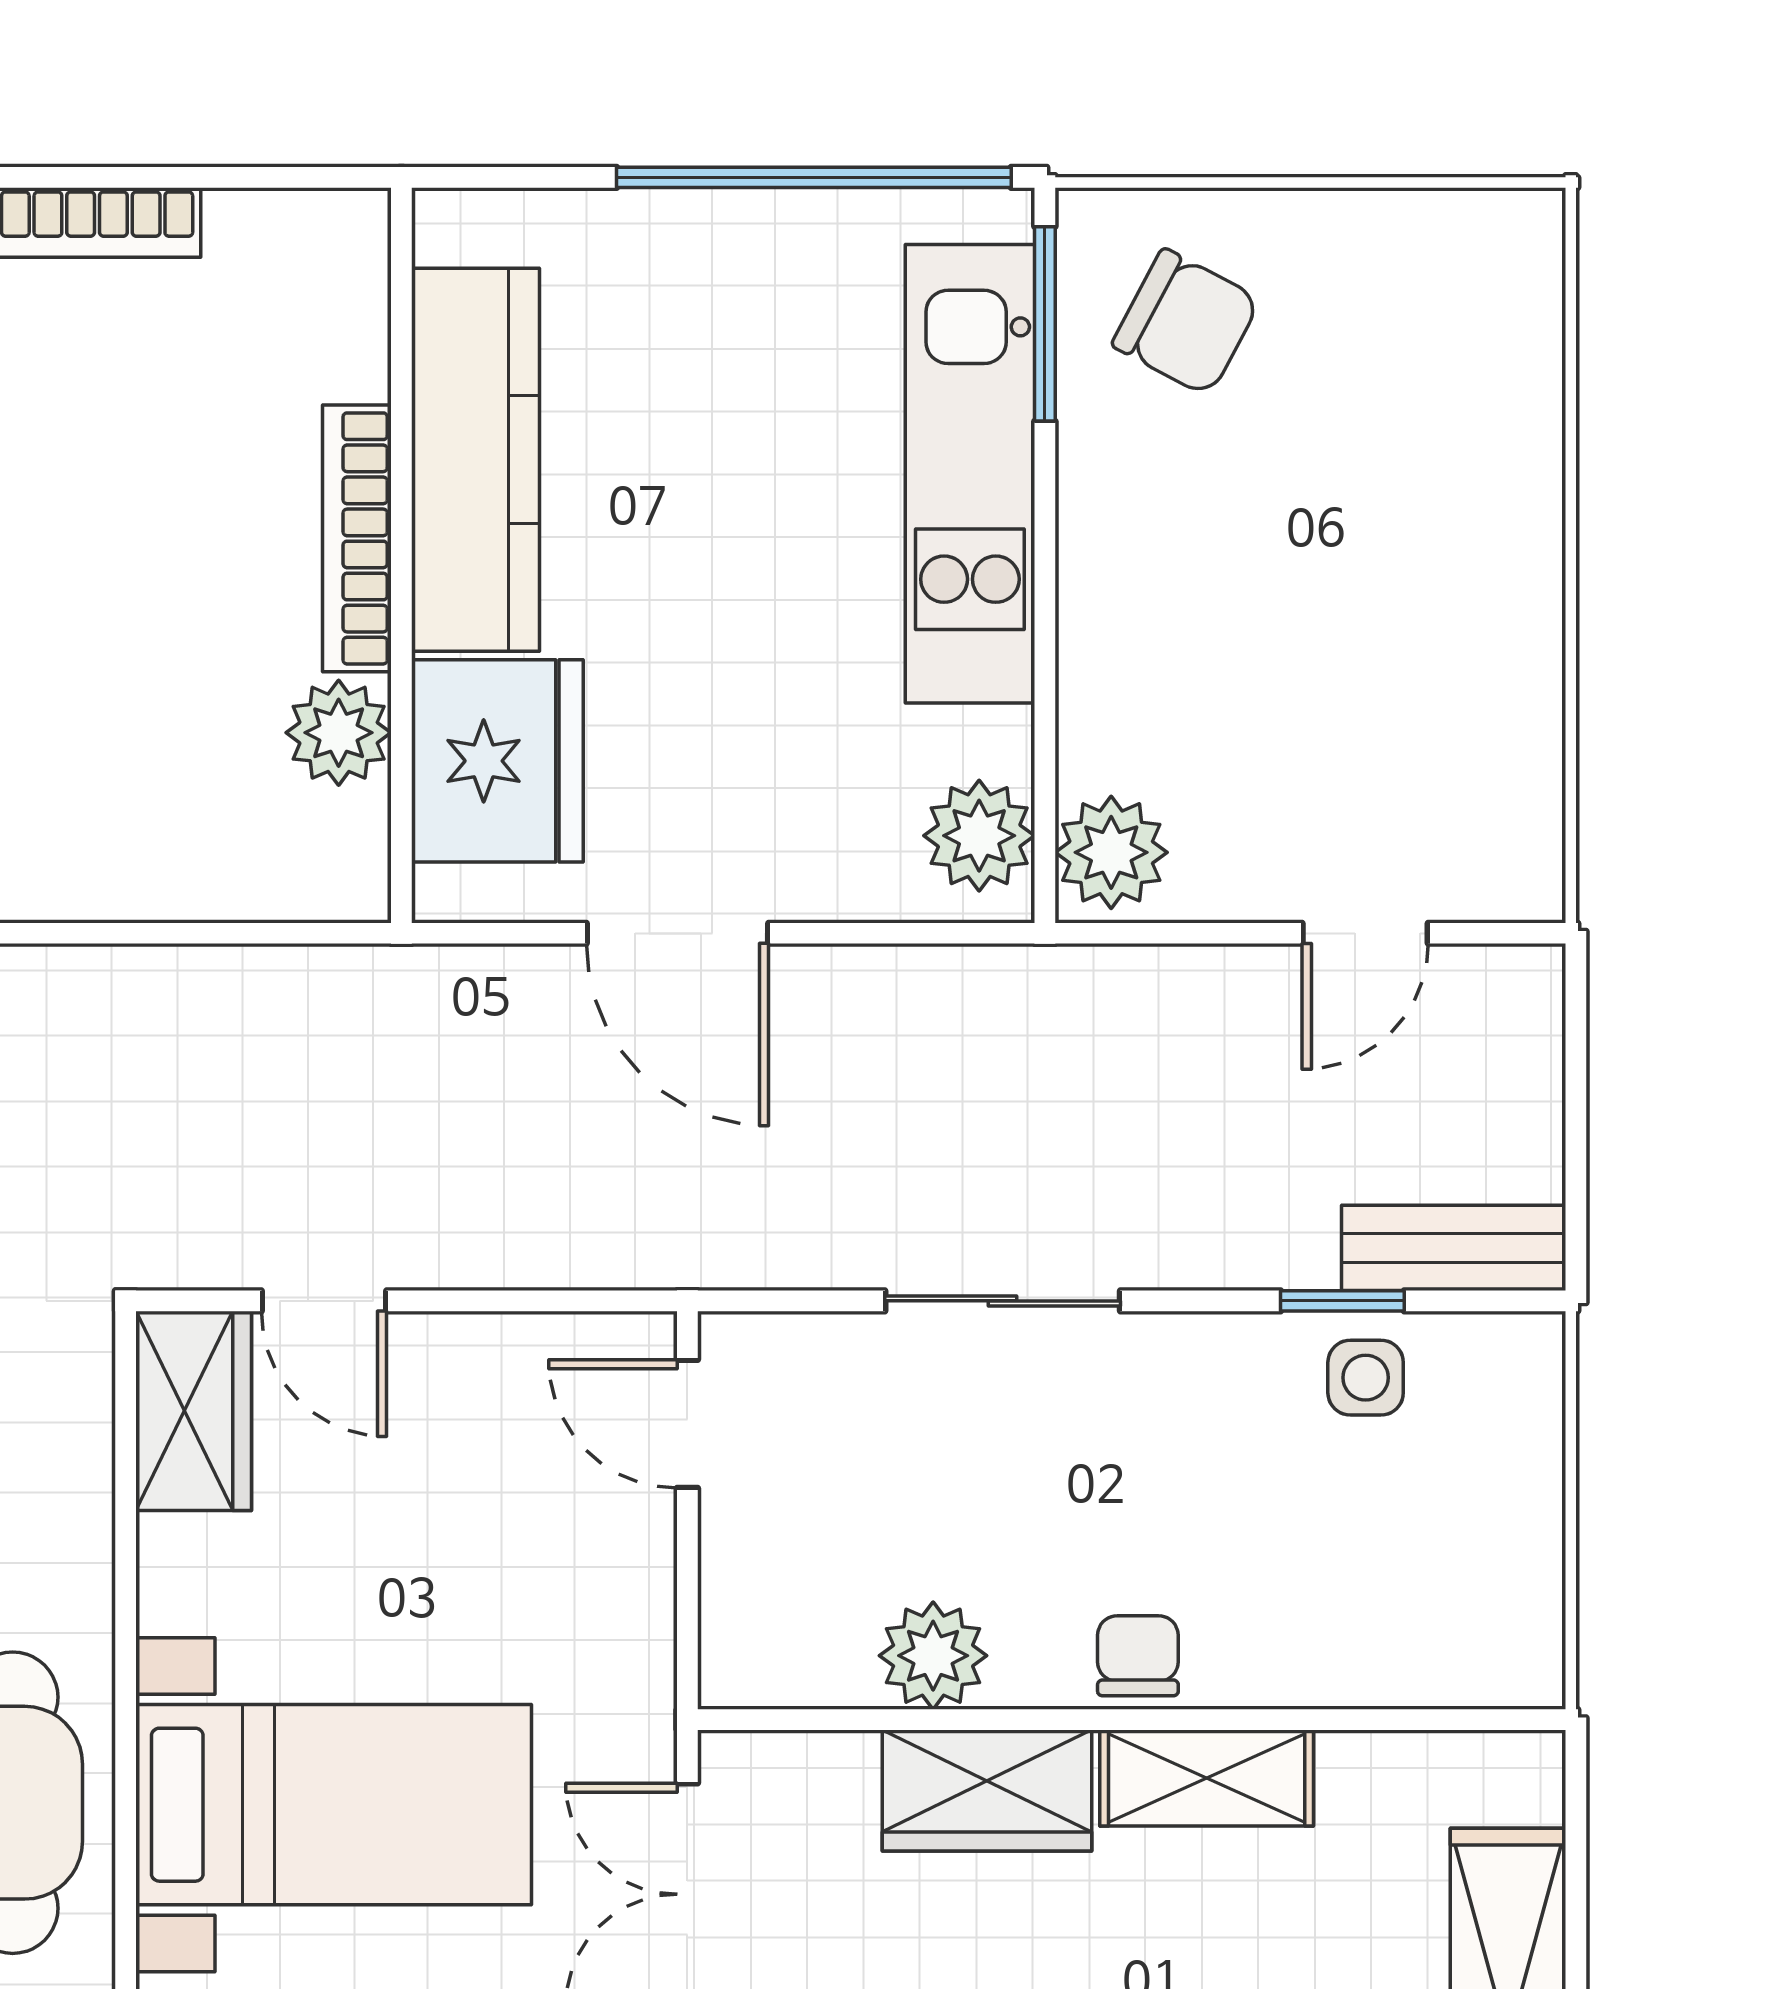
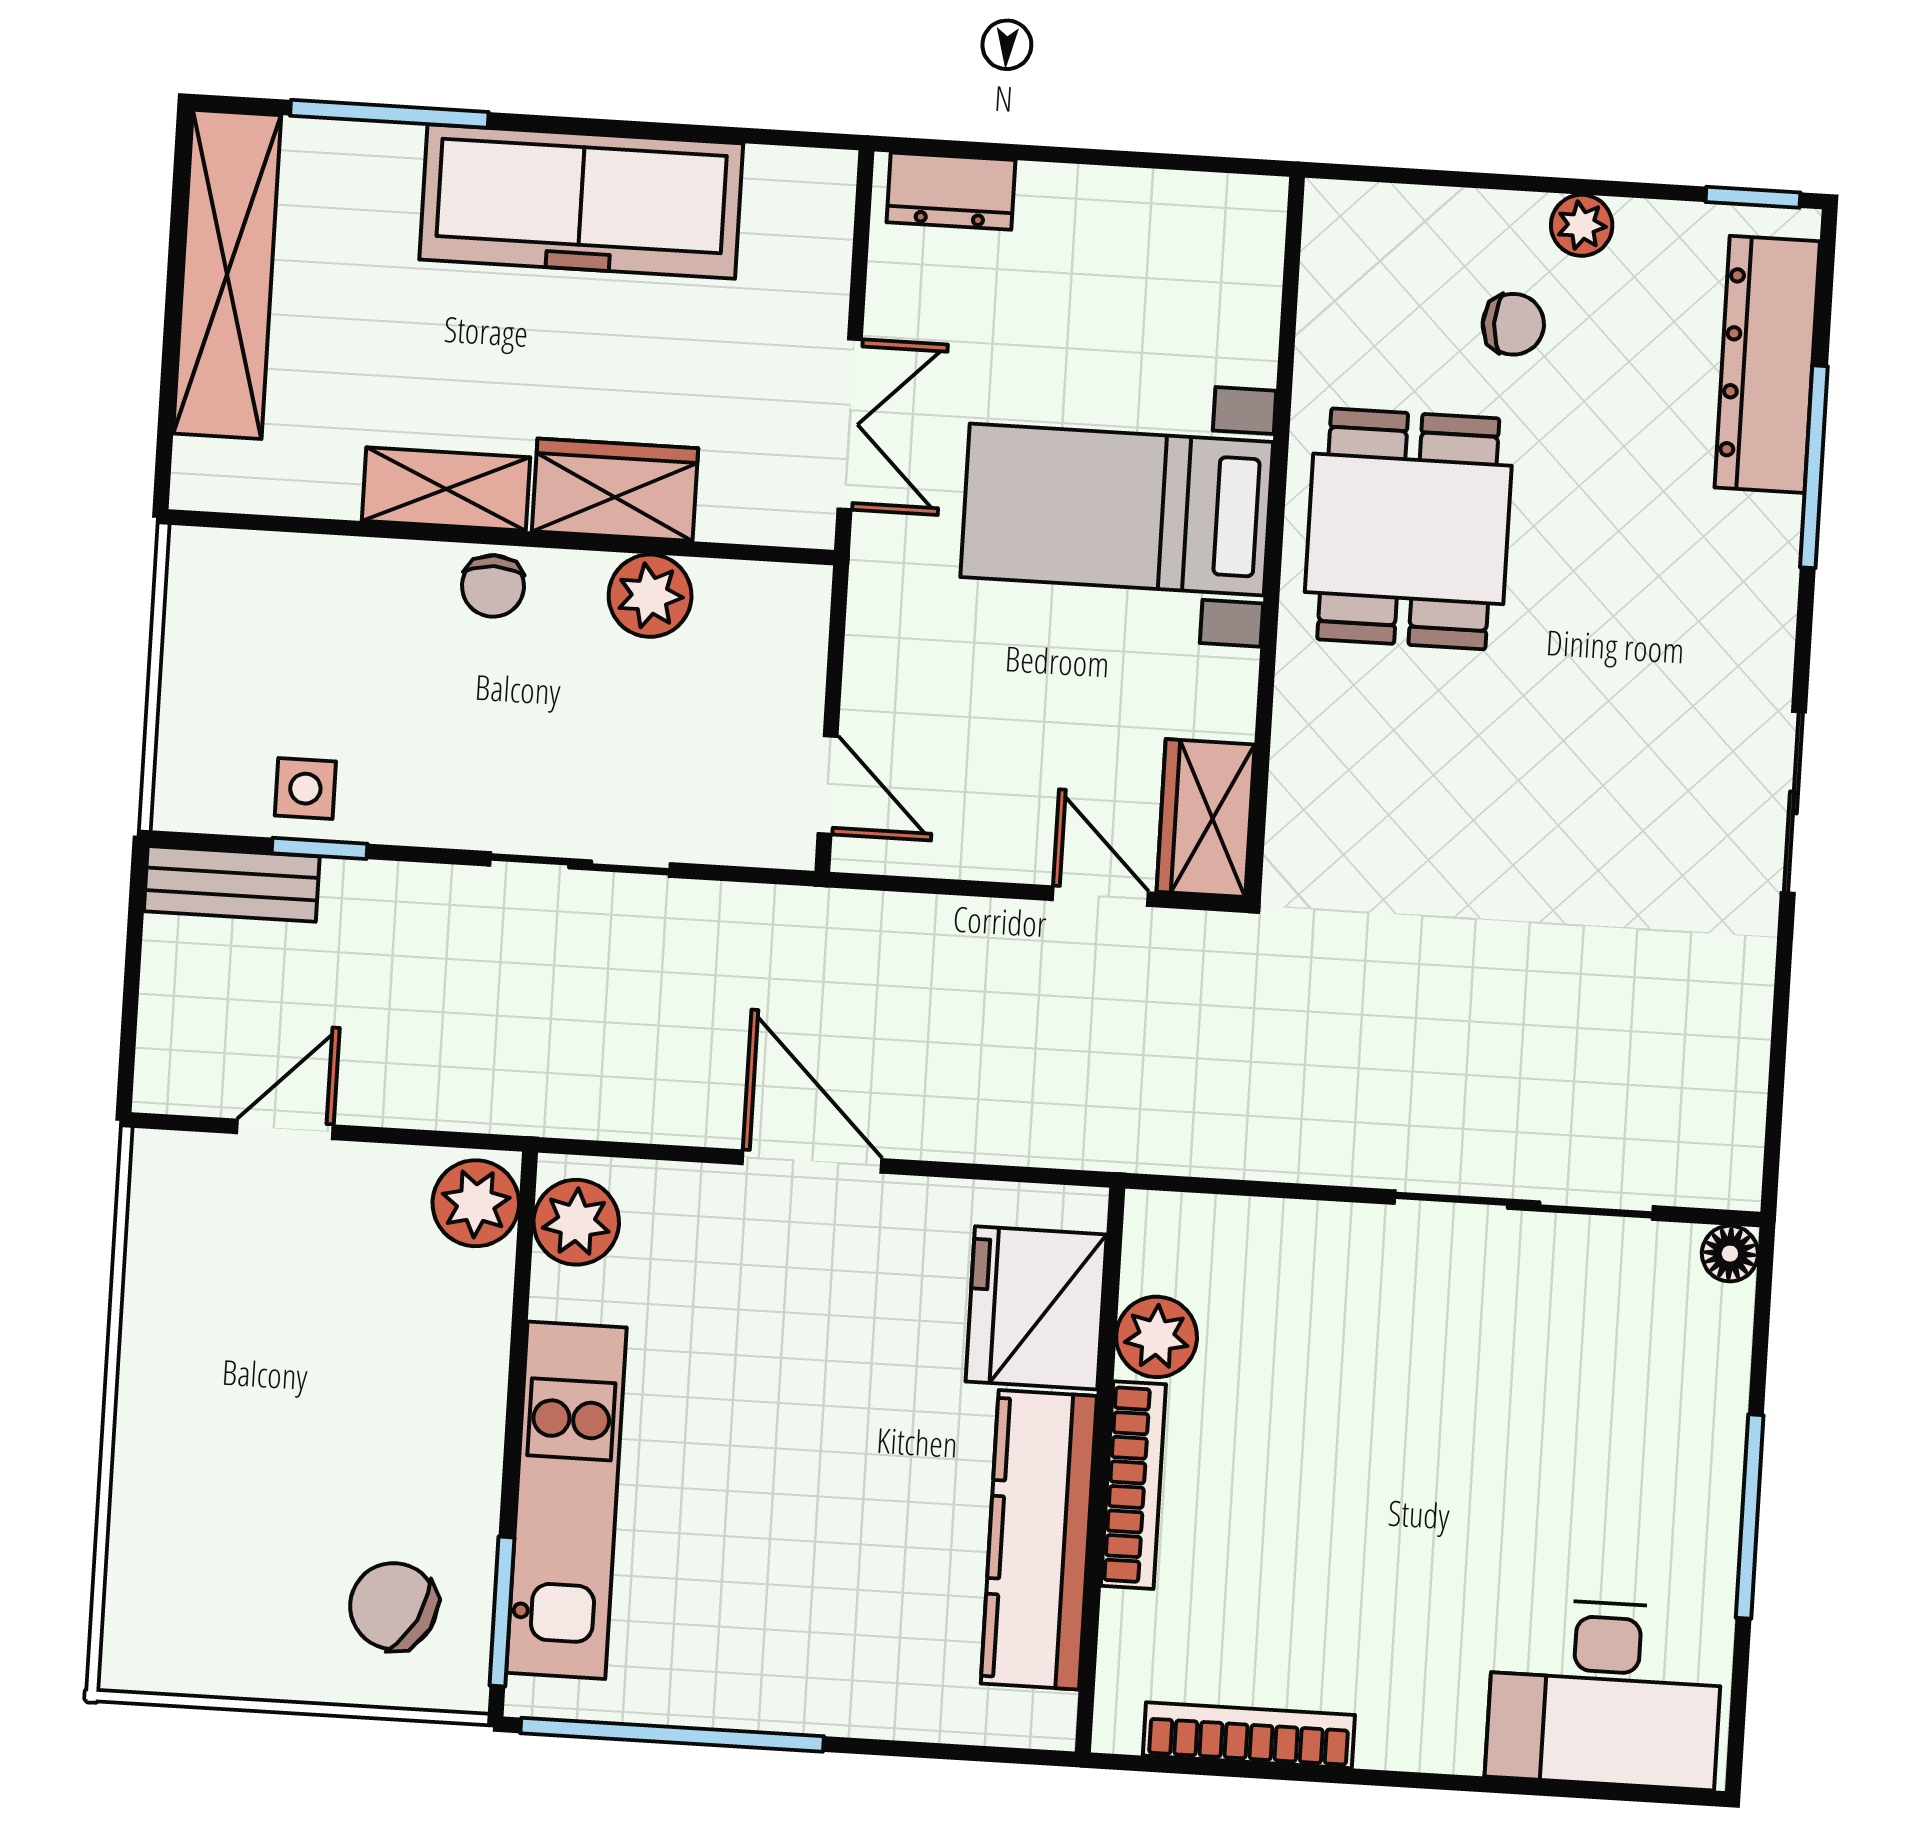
kitchen counter: (475, 460) -> (1039, 1540), moved
bookcase: (357, 538) -> (1133, 1485), moved
wall: (401, 555) -> (1100, 1470), moved
plant: (339, 733) -> (1157, 1337), moved
fridge: (497, 761) -> (1036, 1308), moved

